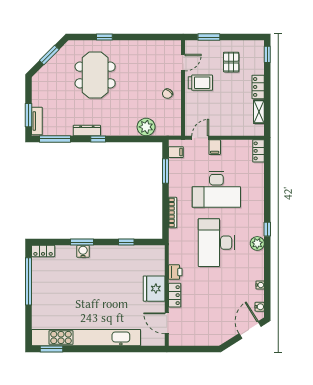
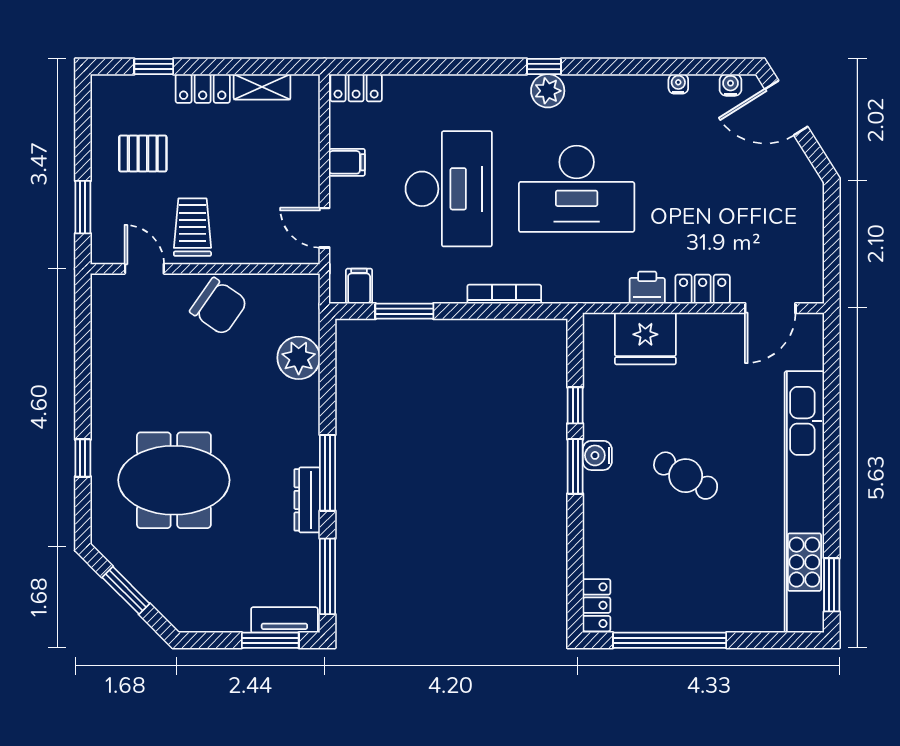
window: (267, 54) -> (154, 67), moved
chair: (167, 94) -> (219, 306), width x1.87, depth x1.87
window: (98, 139) -> (327, 473), width x2.17
filing cabinet: (215, 147) -> (347, 162), moved
window: (82, 242) -> (575, 466), moved
plant: (257, 243) -> (548, 91), moved
water cooler: (83, 251) -> (597, 455), moved
cafe table: (97, 288) -> (686, 476), added
fridge: (154, 289) -> (645, 338), moved

